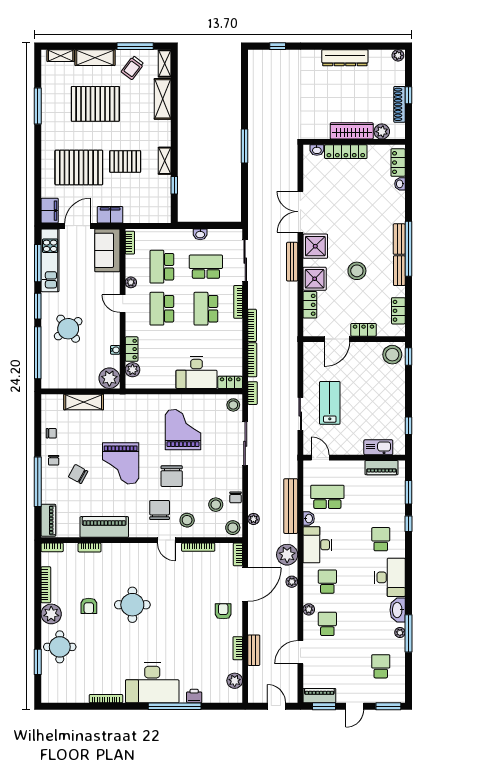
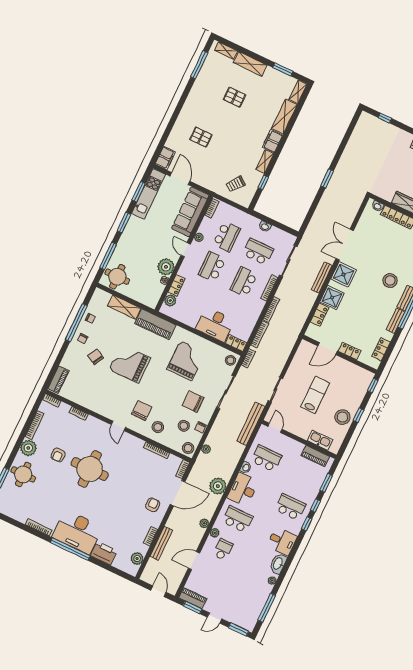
window: (135, 46) -> (283, 69), width x0.69
trolley: (133, 68) -> (236, 184), moved
pallet: (95, 104) -> (235, 97), width x0.49, depth x0.50
window: (38, 106) -> (199, 65), moved
window: (244, 146) -> (327, 178), width x0.69
pallet: (125, 161) -> (236, 149), removed
pallet: (79, 167) -> (201, 137), width x0.49, depth x0.50
filing cabinet: (110, 215) -> (272, 141), moved, turned -90
door: (77, 226) -> (180, 179), hinge flipped
sofa: (107, 250) -> (190, 212), width x1.36
window: (38, 263) -> (139, 192), width x0.69
school desk: (162, 267) -> (226, 237), turned 180
stool: (357, 271) -> (390, 281), moved
round table: (68, 329) -> (117, 277), moved, turned 37
window: (38, 353) -> (108, 256), width x0.68
stool: (392, 355) -> (342, 417), moved
plant: (109, 378) -> (166, 267), moved
lab bench: (330, 403) -> (315, 395), moved
window: (408, 426) -> (359, 415), moved
grand piano: (121, 463) -> (130, 364), turned 90
chair: (172, 476) -> (193, 402), moved, turned 90
window: (38, 482) -> (76, 323), moved
bench: (291, 506) -> (251, 424), moved
piano: (104, 527) -> (155, 324), moved, turned 180
school desk: (381, 539) -> (290, 507), width x1.85
door: (166, 540) -> (118, 426), moved
window: (408, 549) -> (307, 524), added
desk: (390, 577) -> (282, 541), width x0.73
plant: (292, 582) -> (204, 523), moved
school desk: (327, 582) -> (238, 519), width x1.85
round table: (132, 605) -> (90, 469), width x1.36, depth x1.36
window: (408, 633) -> (267, 608), moved
bench: (254, 650) -> (161, 543), width x1.36
school desk: (381, 666) -> (247, 598), removed
printer: (194, 696) -> (104, 553), width x1.87, depth x1.48
window: (175, 706) -> (70, 549), moved

